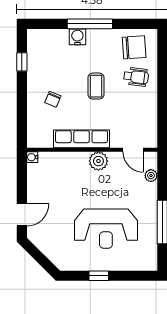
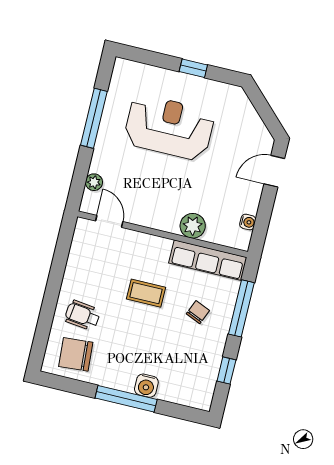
coffee table: (96, 86) -> (146, 293), moved, turned 90
window: (22, 110) -> (241, 308), added
row of seats: (82, 139) -> (208, 260), moved
water cooler: (32, 157) -> (248, 222), moved
plant: (98, 161) -> (193, 226), moved

